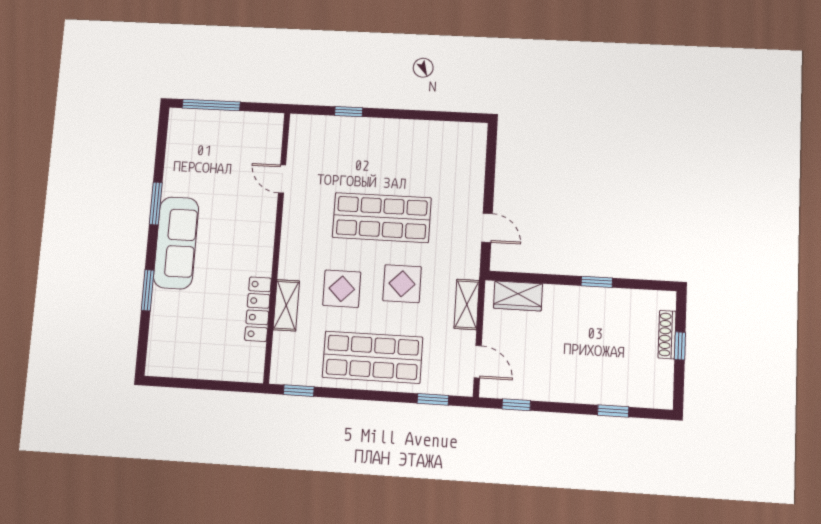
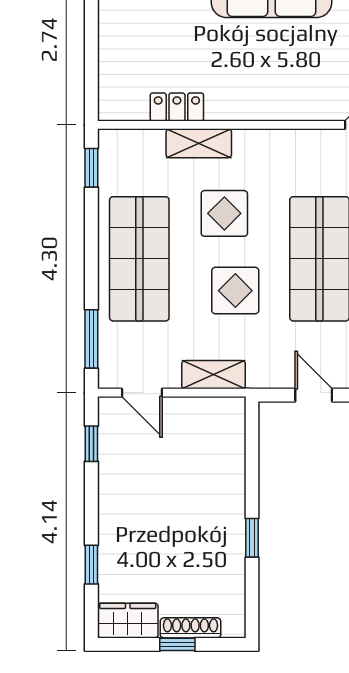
door: (487, 228) -> (314, 395), swing flipped
wardrobe: (518, 296) -> (128, 621), moved, turned 90
locker: (258, 309) -> (177, 107), width x0.66
door: (478, 362) -> (142, 393), hinge flipped
window: (433, 399) -> (91, 339), width x1.50

